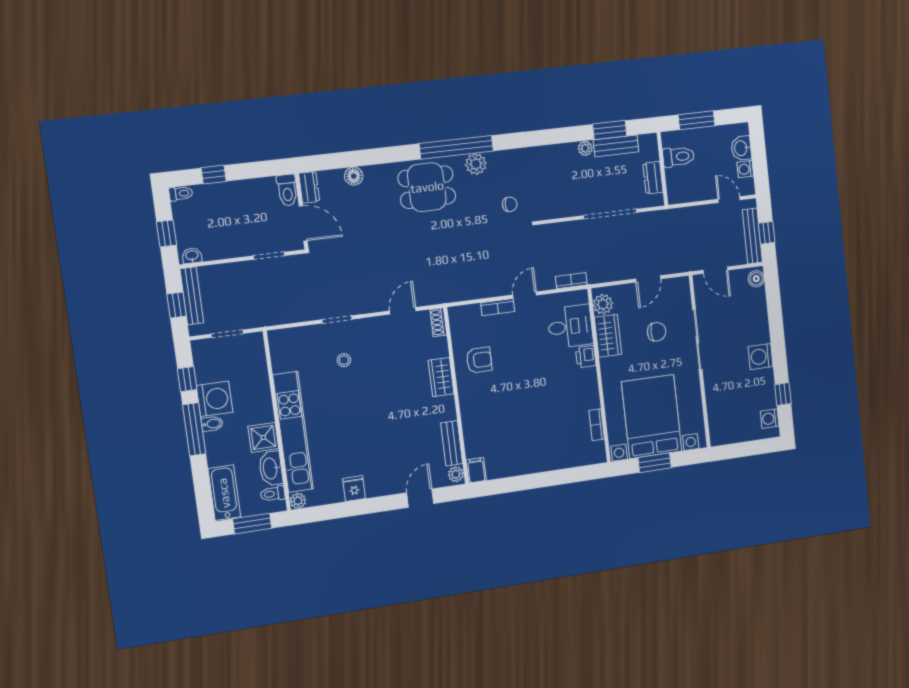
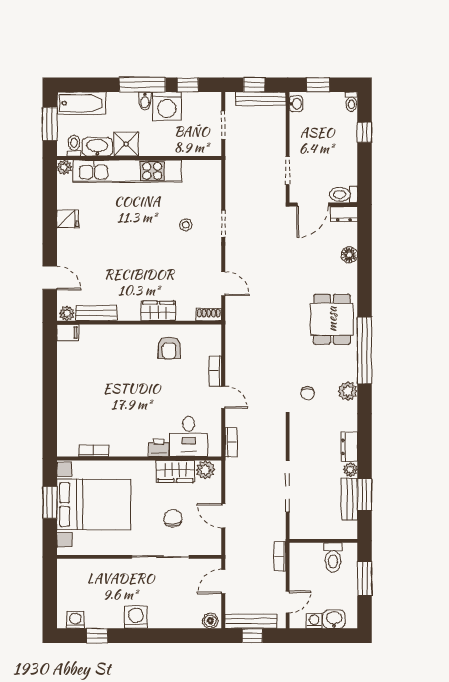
plant: (476, 164) -> (348, 391), moved
dresser: (653, 178) -> (349, 447), moved, turned -90
bookcase: (683, 213) -> (280, 556), added
chair: (657, 332) -> (173, 518), turned 180

